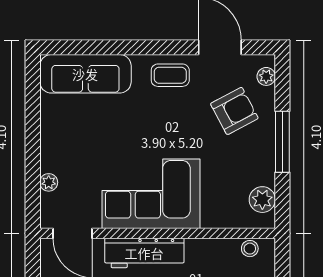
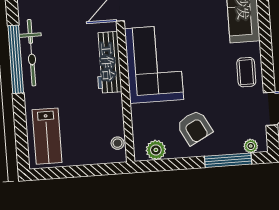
armchair: (234, 111) -> (194, 127), moved
window: (282, 142) -> (228, 160), moved

